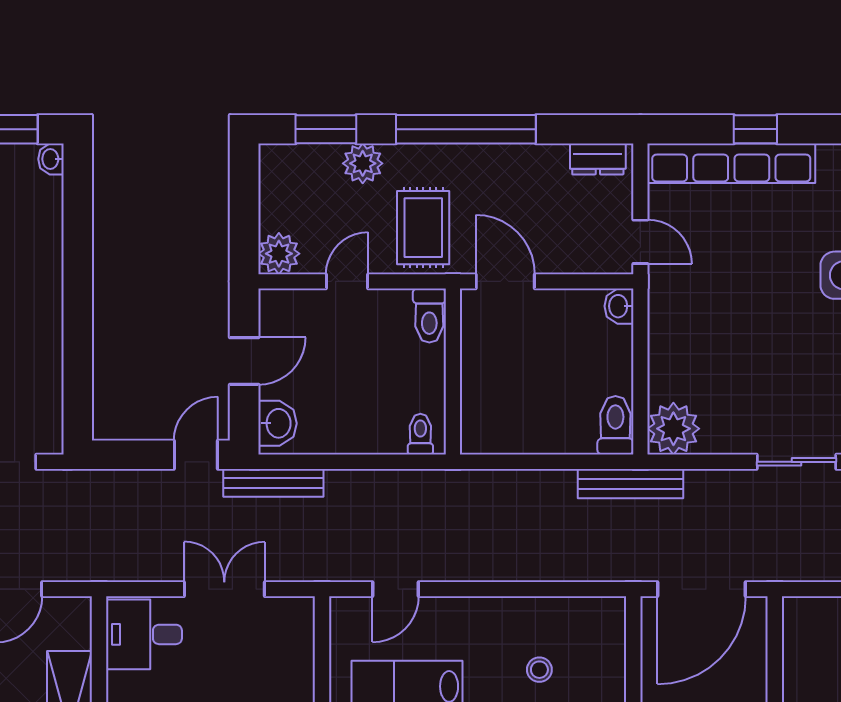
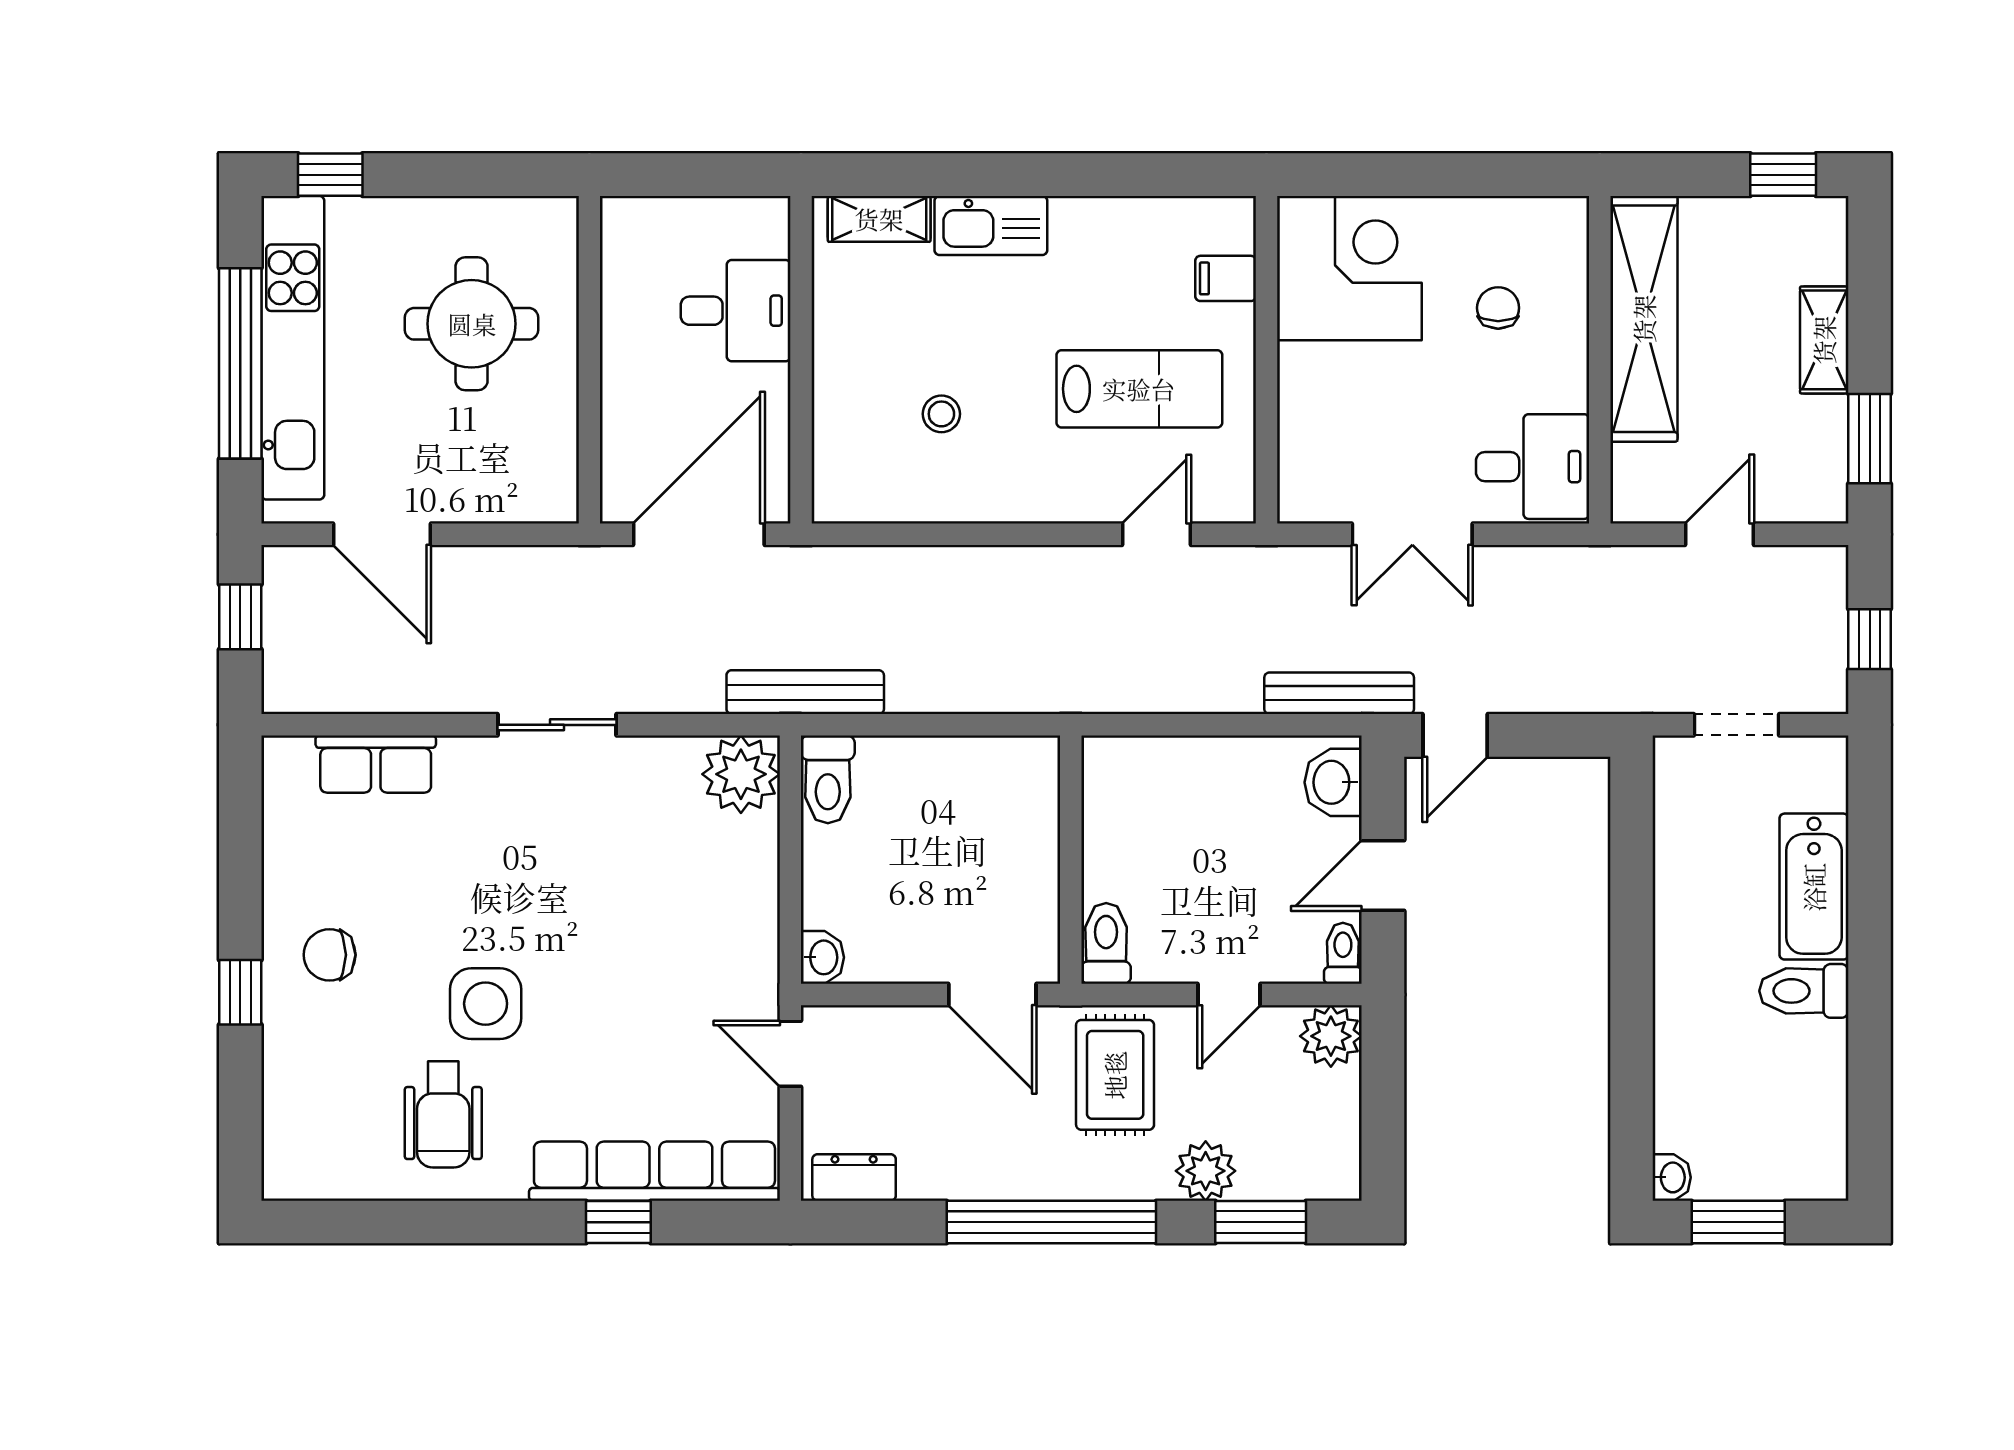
toilet: (420, 434) -> (1343, 953), moved, turned 180

